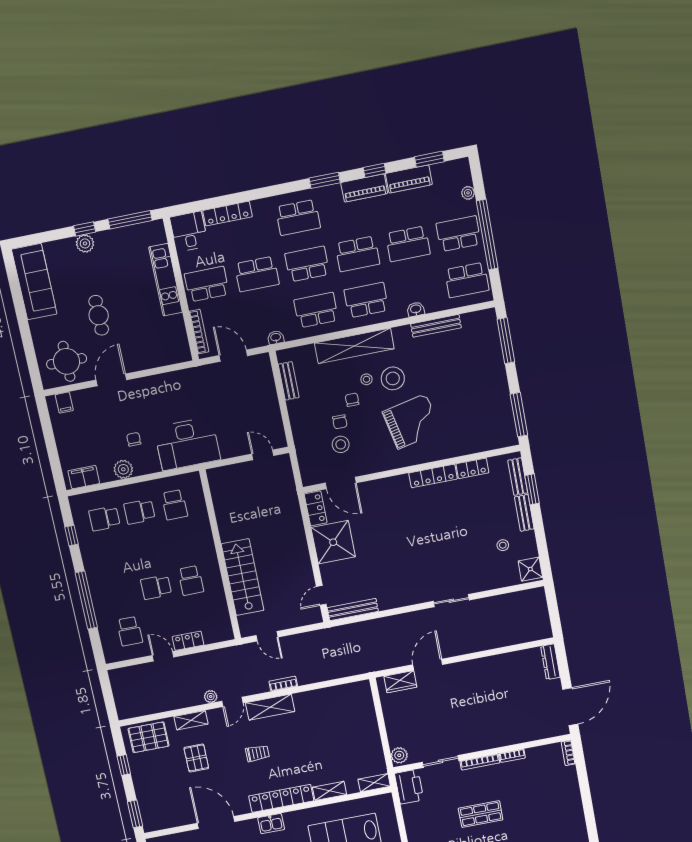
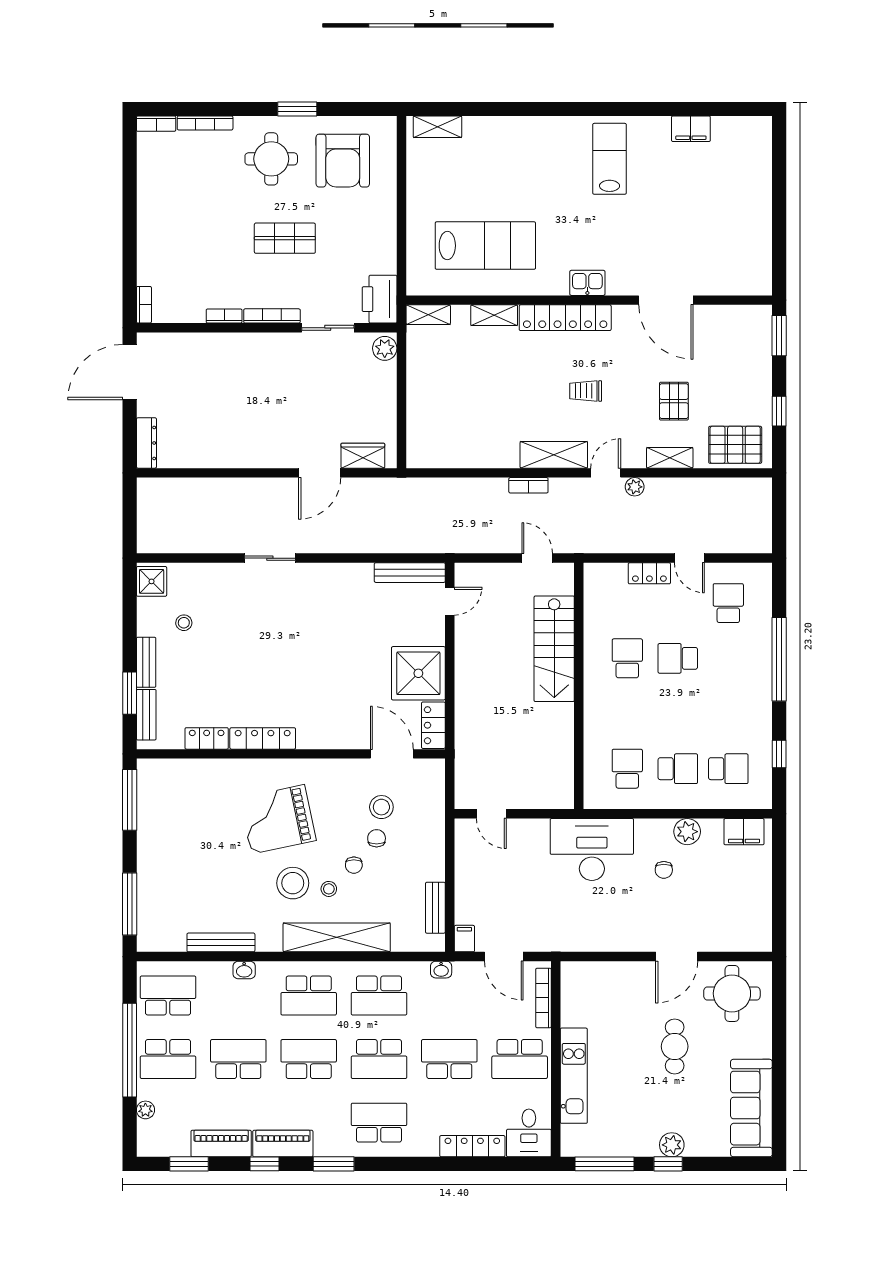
filing cabinet: (64, 403) -> (464, 939), moved
school desk: (156, 587) -> (678, 658), turned 180

